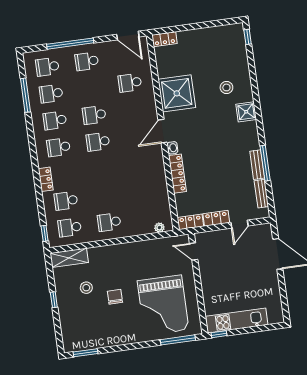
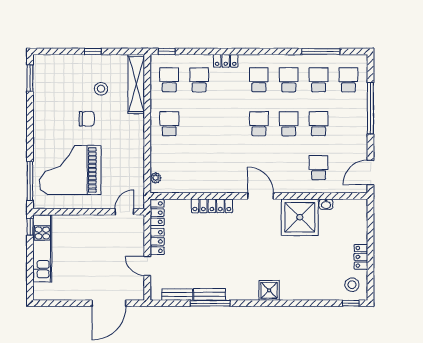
locker: (165, 39) -> (361, 257), moved
school desk: (87, 61) -> (319, 124), moved
stool: (226, 87) -> (352, 285), moved
washbasin: (172, 148) -> (326, 204), moved
shelving: (69, 258) -> (136, 84), width x1.47

